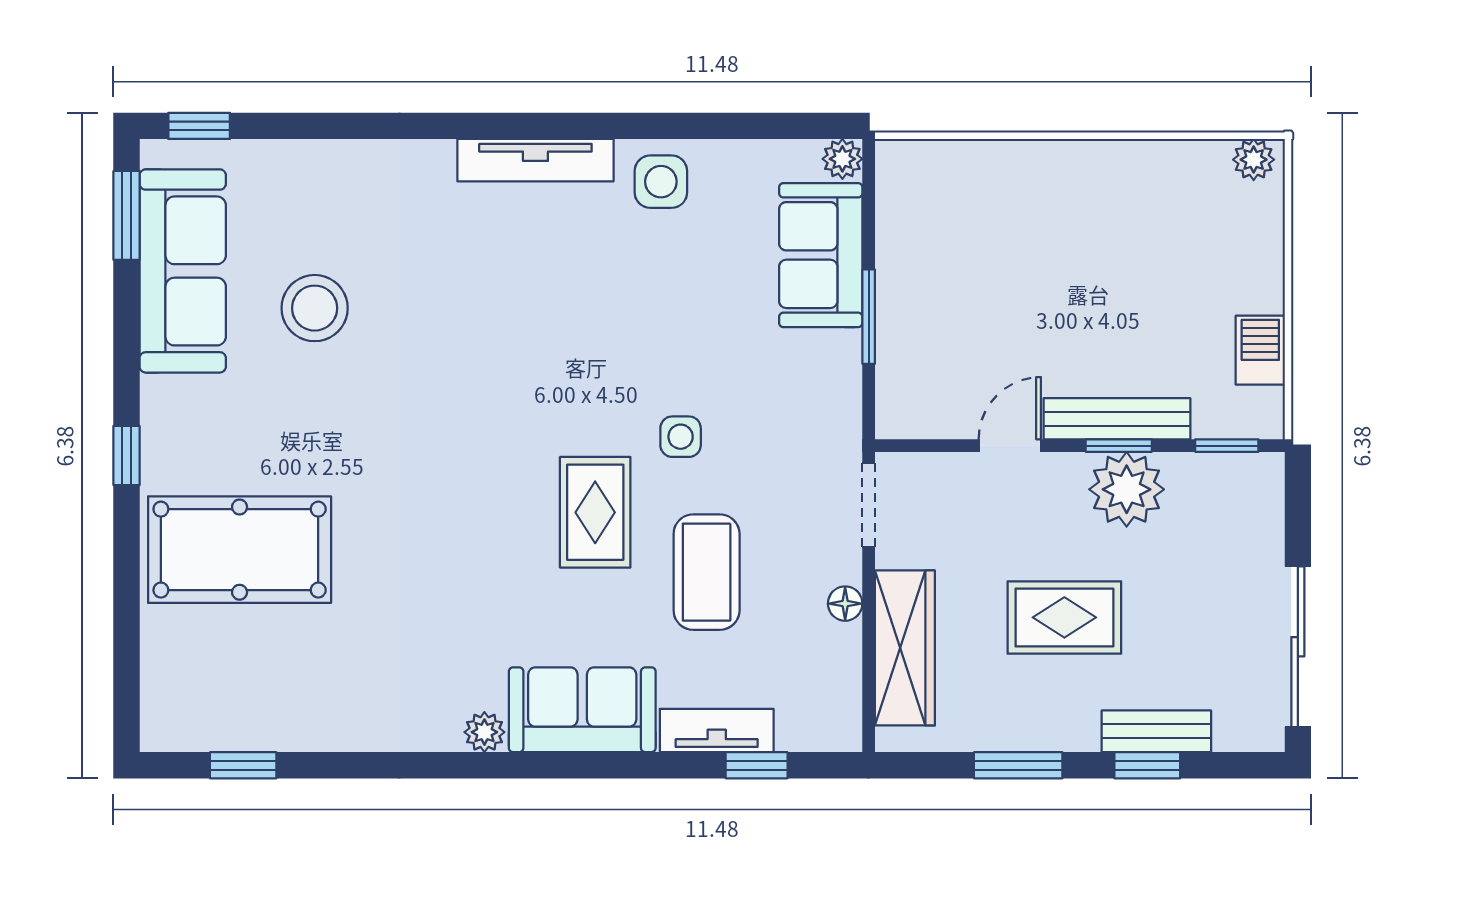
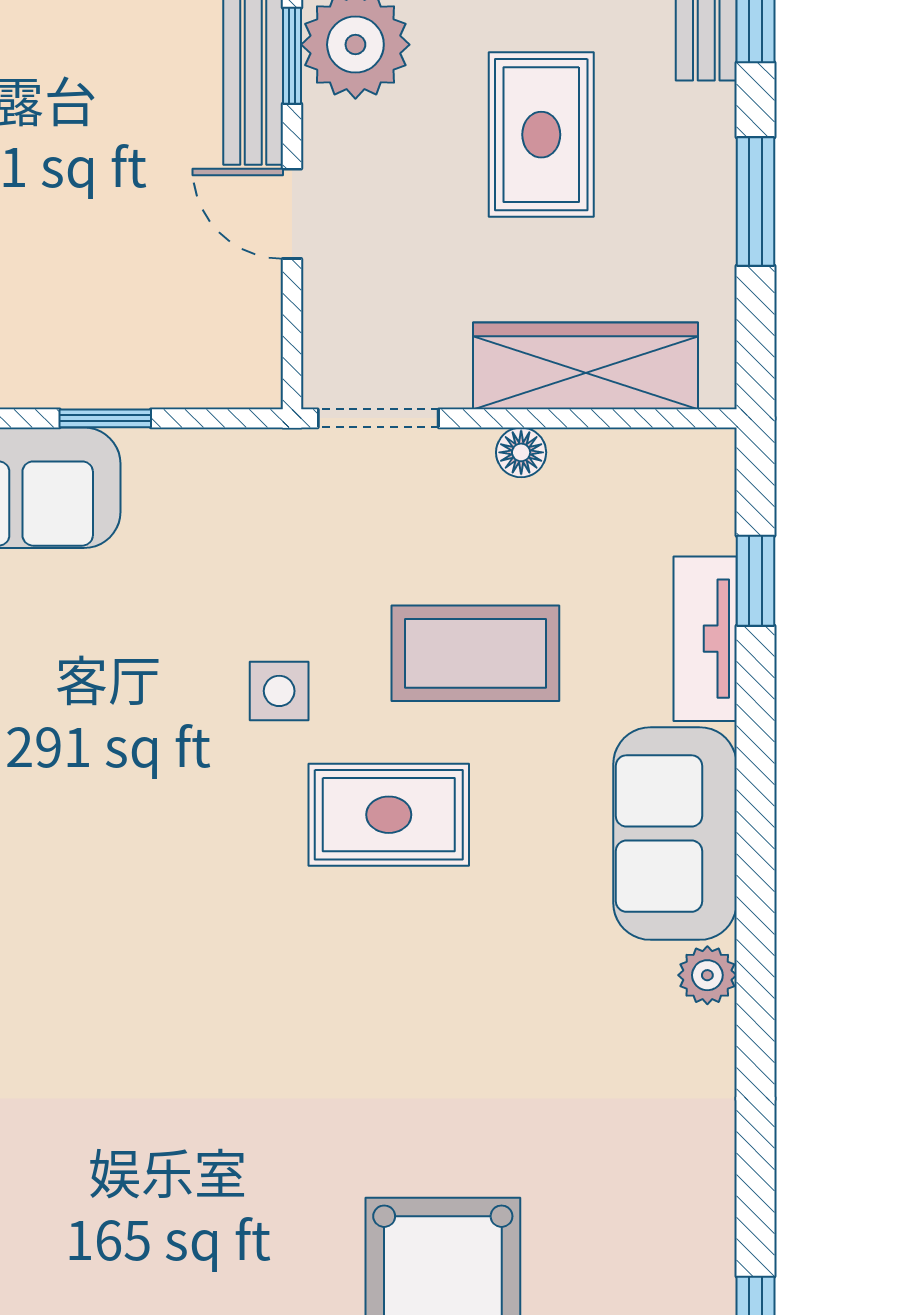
stool: (315, 308) -> (93, 1221), removed
window: (869, 317) -> (105, 418), width x0.67

